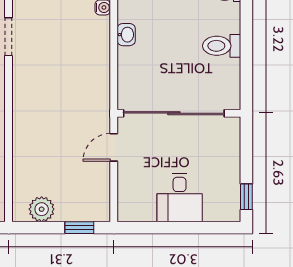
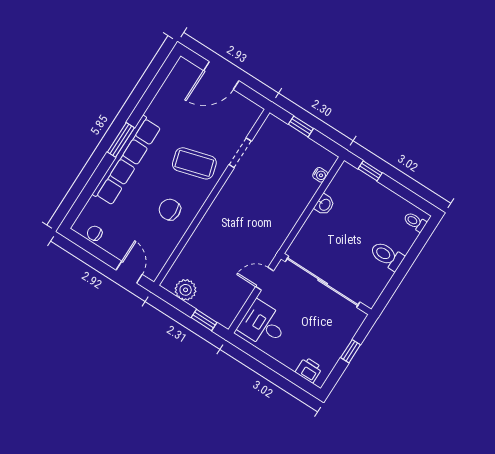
window: (246, 197) -> (351, 351), moved
desk: (180, 198) -> (263, 324), moved, turned 90
printer: (216, 210) -> (309, 370), added

